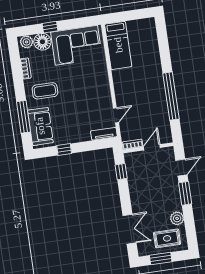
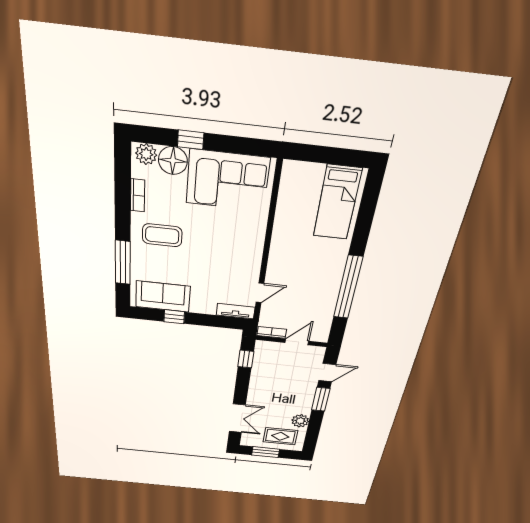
bed: (118, 45) -> (337, 203), moved
sofa: (40, 126) -> (163, 297), moved, turned -90

